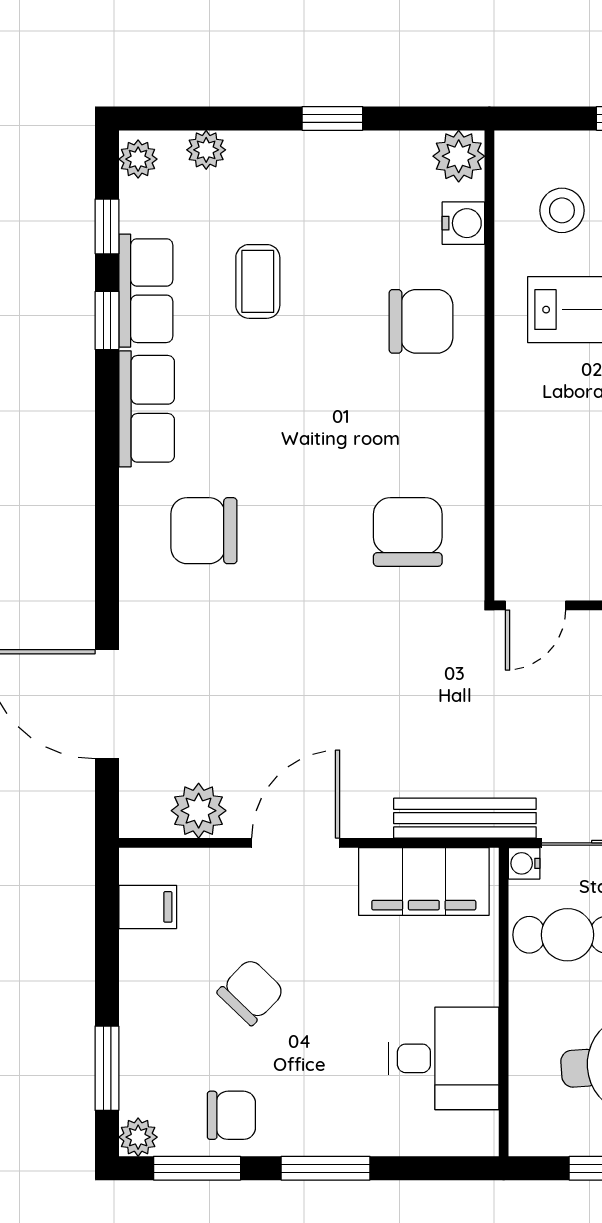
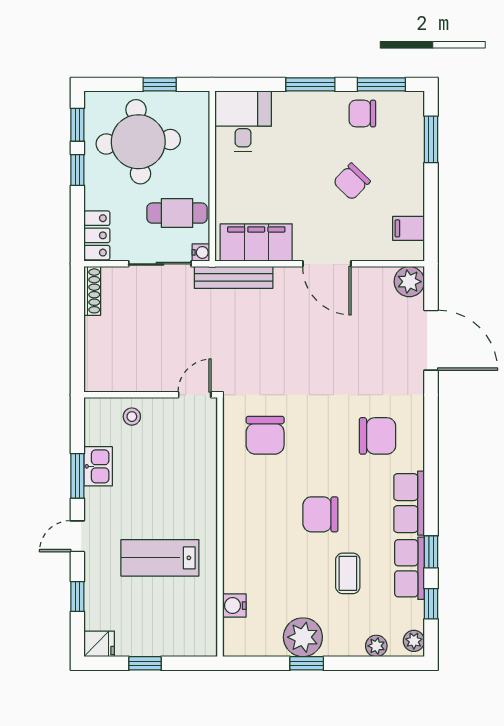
plant: (459, 156) -> (303, 637), moved, width x1.36, depth x1.36
stool: (562, 210) -> (180, 613), removed
chair: (421, 321) -> (320, 514), moved
plant: (199, 811) -> (409, 282), moved
door: (296, 843) -> (327, 264), hinge flipped
desk: (444, 1058) -> (243, 121), moved, turned 90
plant: (138, 1137) -> (414, 101), removed

